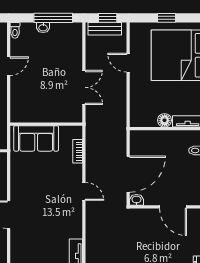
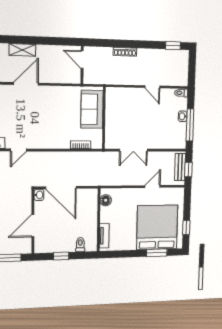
window: (167, 18) -> (186, 228), moved
floor lamp: (165, 120) -> (106, 200), moved
door: (84, 191) -> (18, 150), moved

